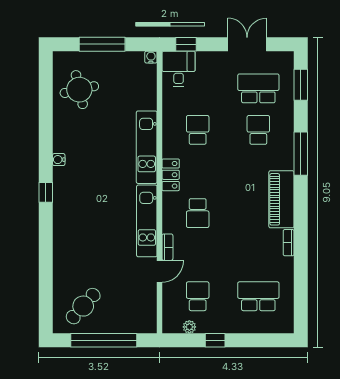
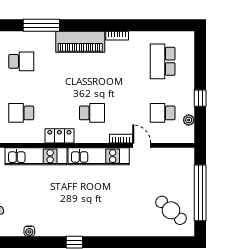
school desk: (258, 130) -> (21, 61), turned 180
water cooler: (59, 160) -> (29, 231), moved

